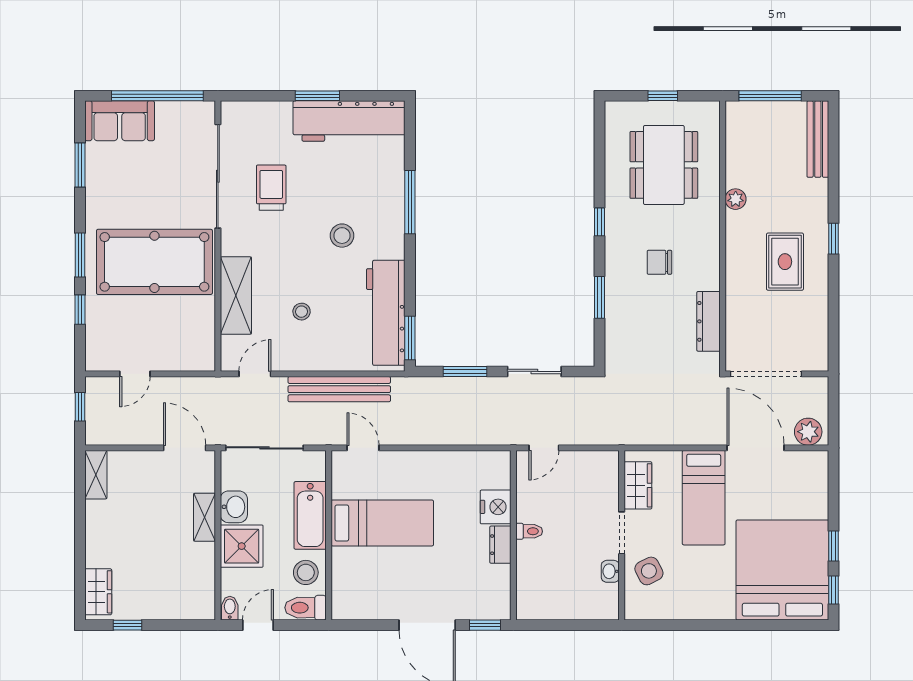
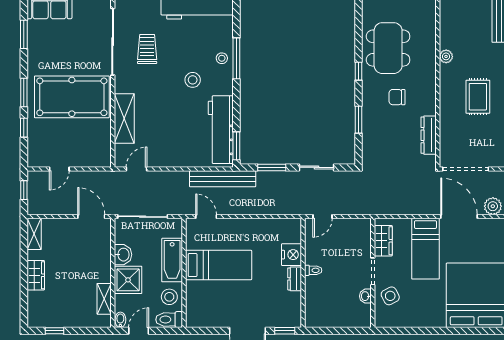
dining table: (664, 165) -> (388, 48), moved
stool: (302, 312) -> (222, 58), moved
bench: (339, 389) -> (223, 179), moved
shelving: (205, 517) -> (104, 299), moved
wardrobe: (98, 592) -> (36, 275), moved

